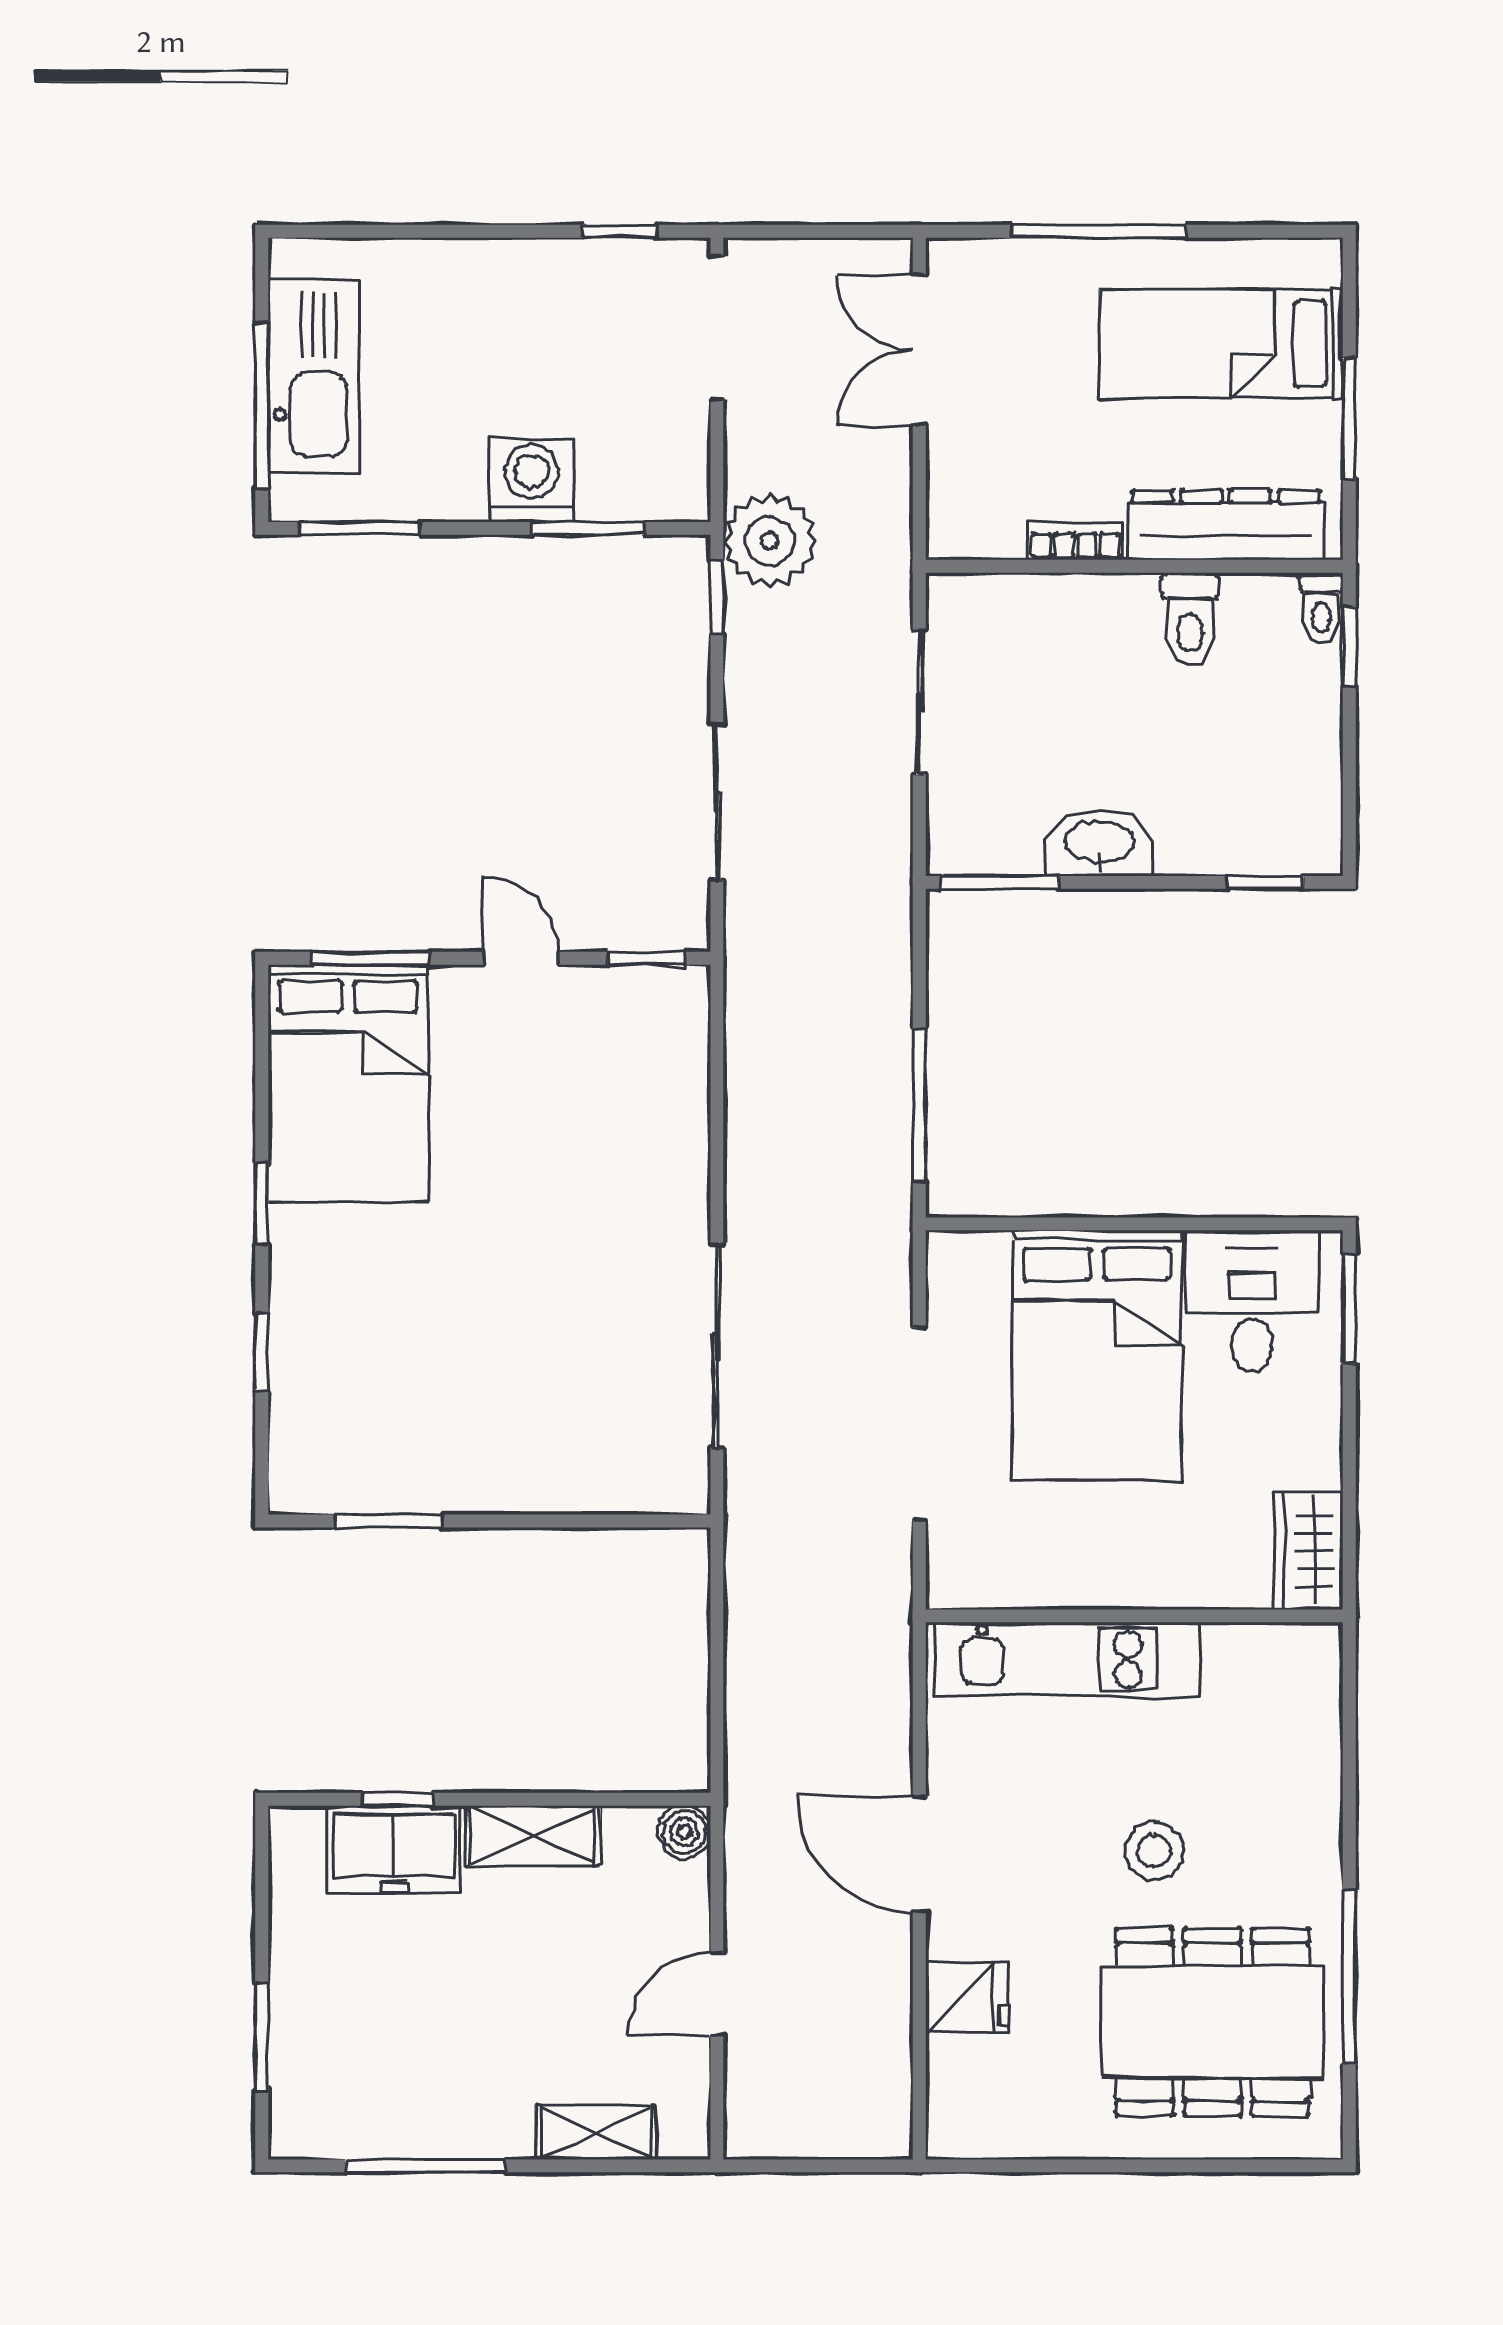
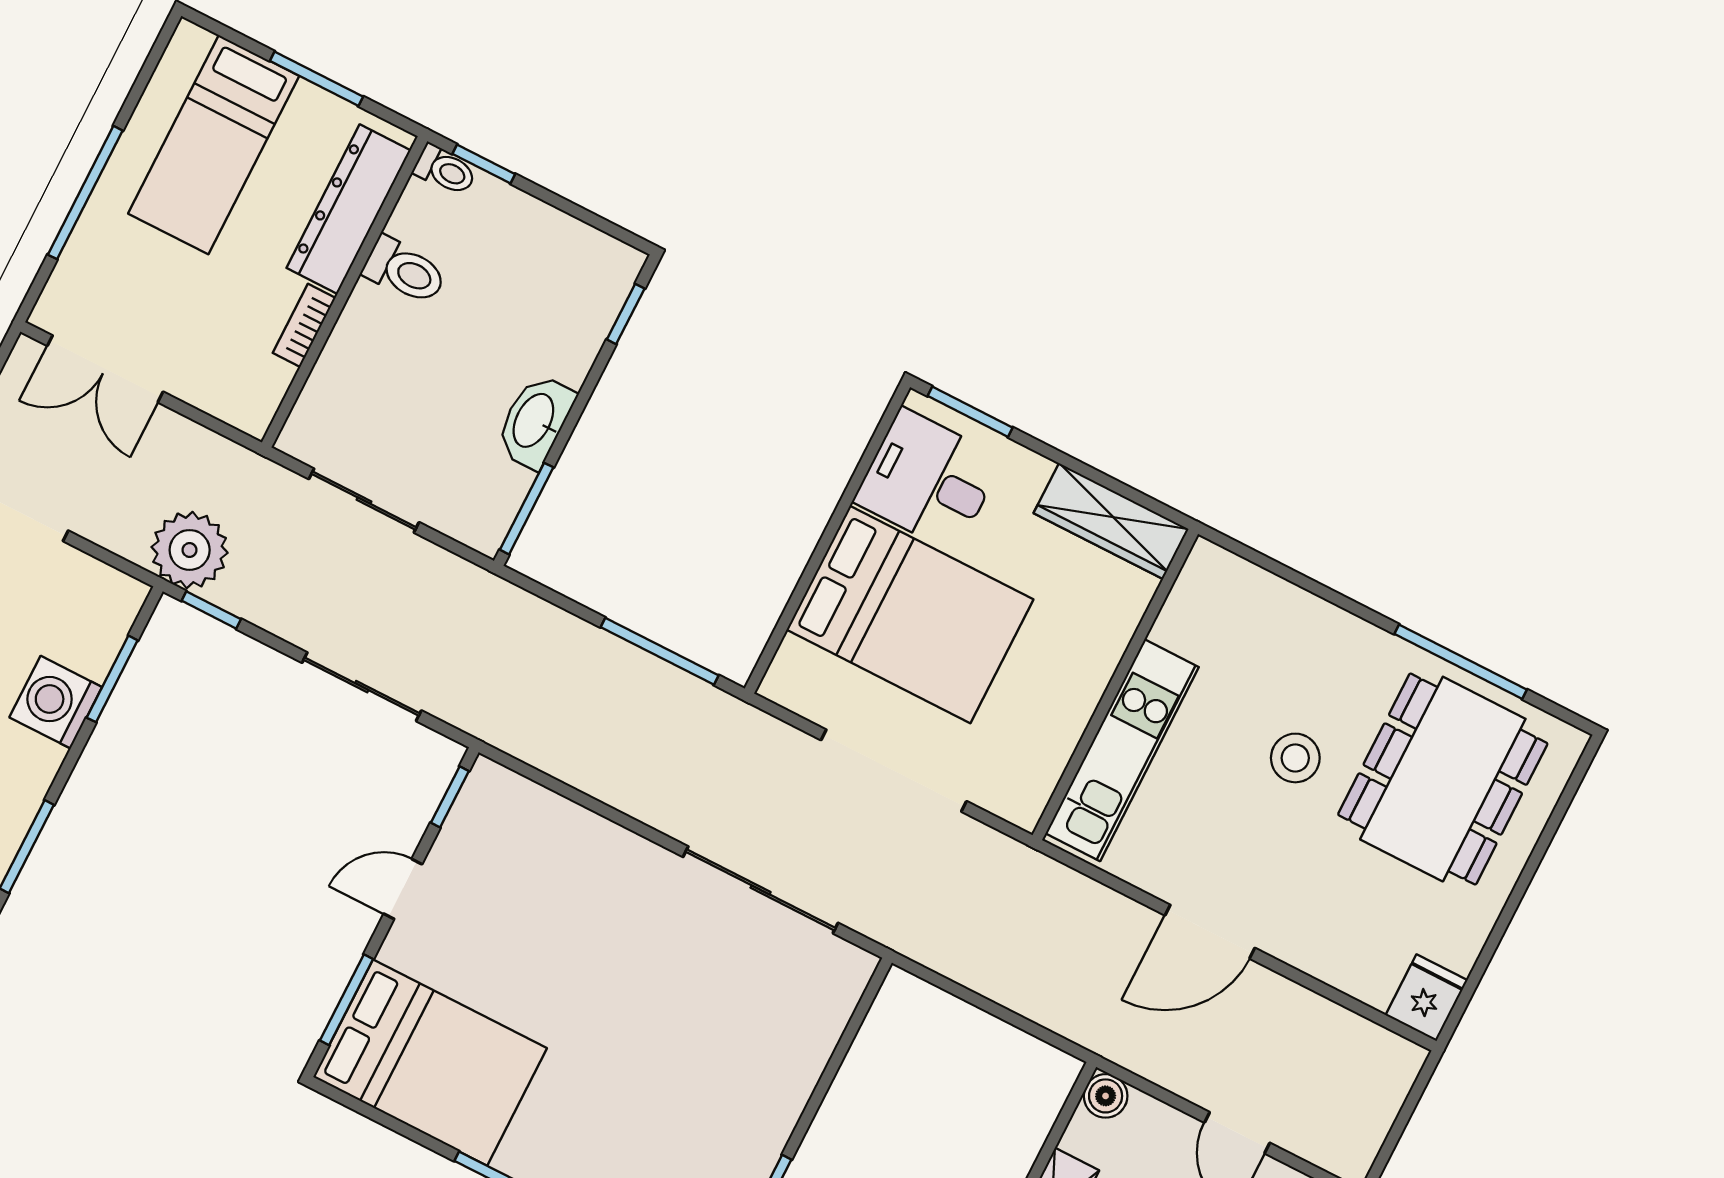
wardrobe: (1309, 1551) -> (1111, 521), width x1.50
fridge: (967, 1997) -> (1426, 998), moved

